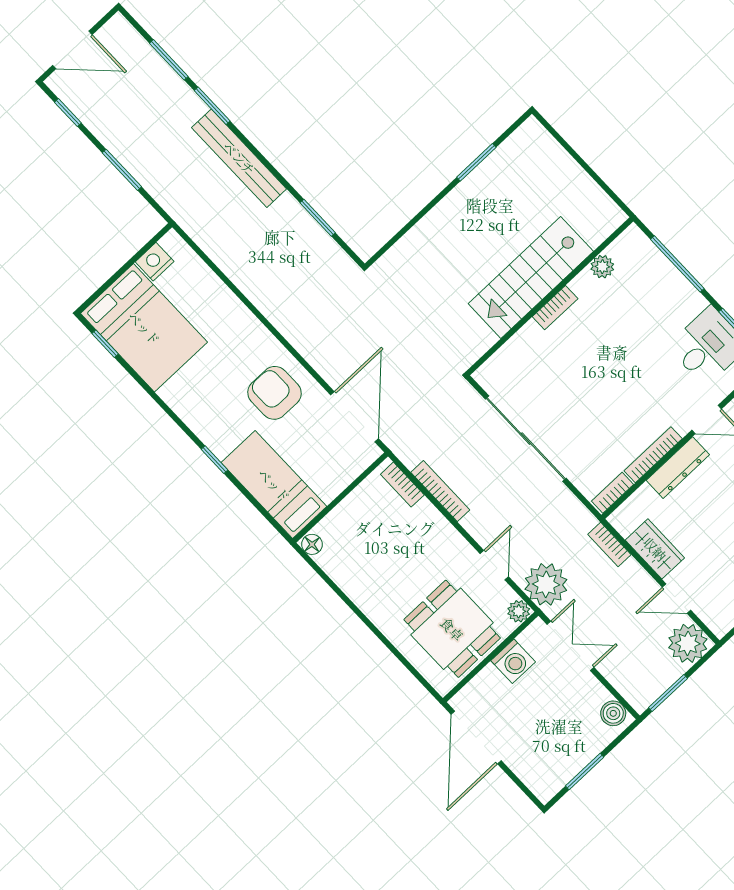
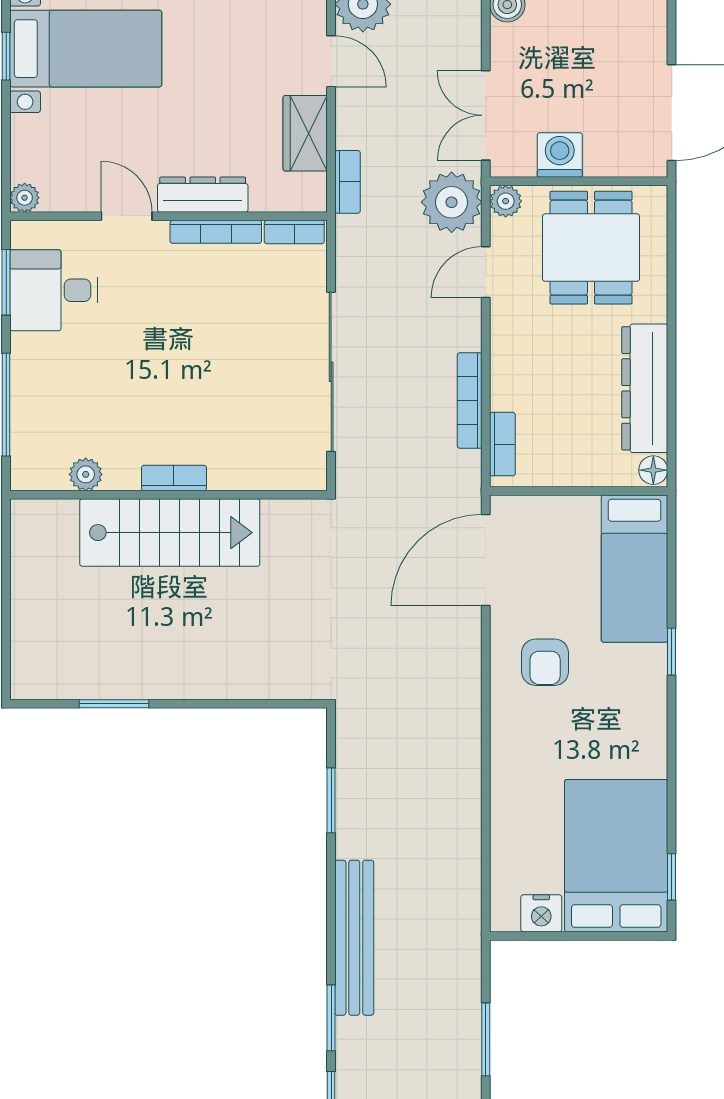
armchair: (275, 393) -> (545, 662), width x0.72, depth x0.72
dresser: (356, 582) -> (645, 388), added

